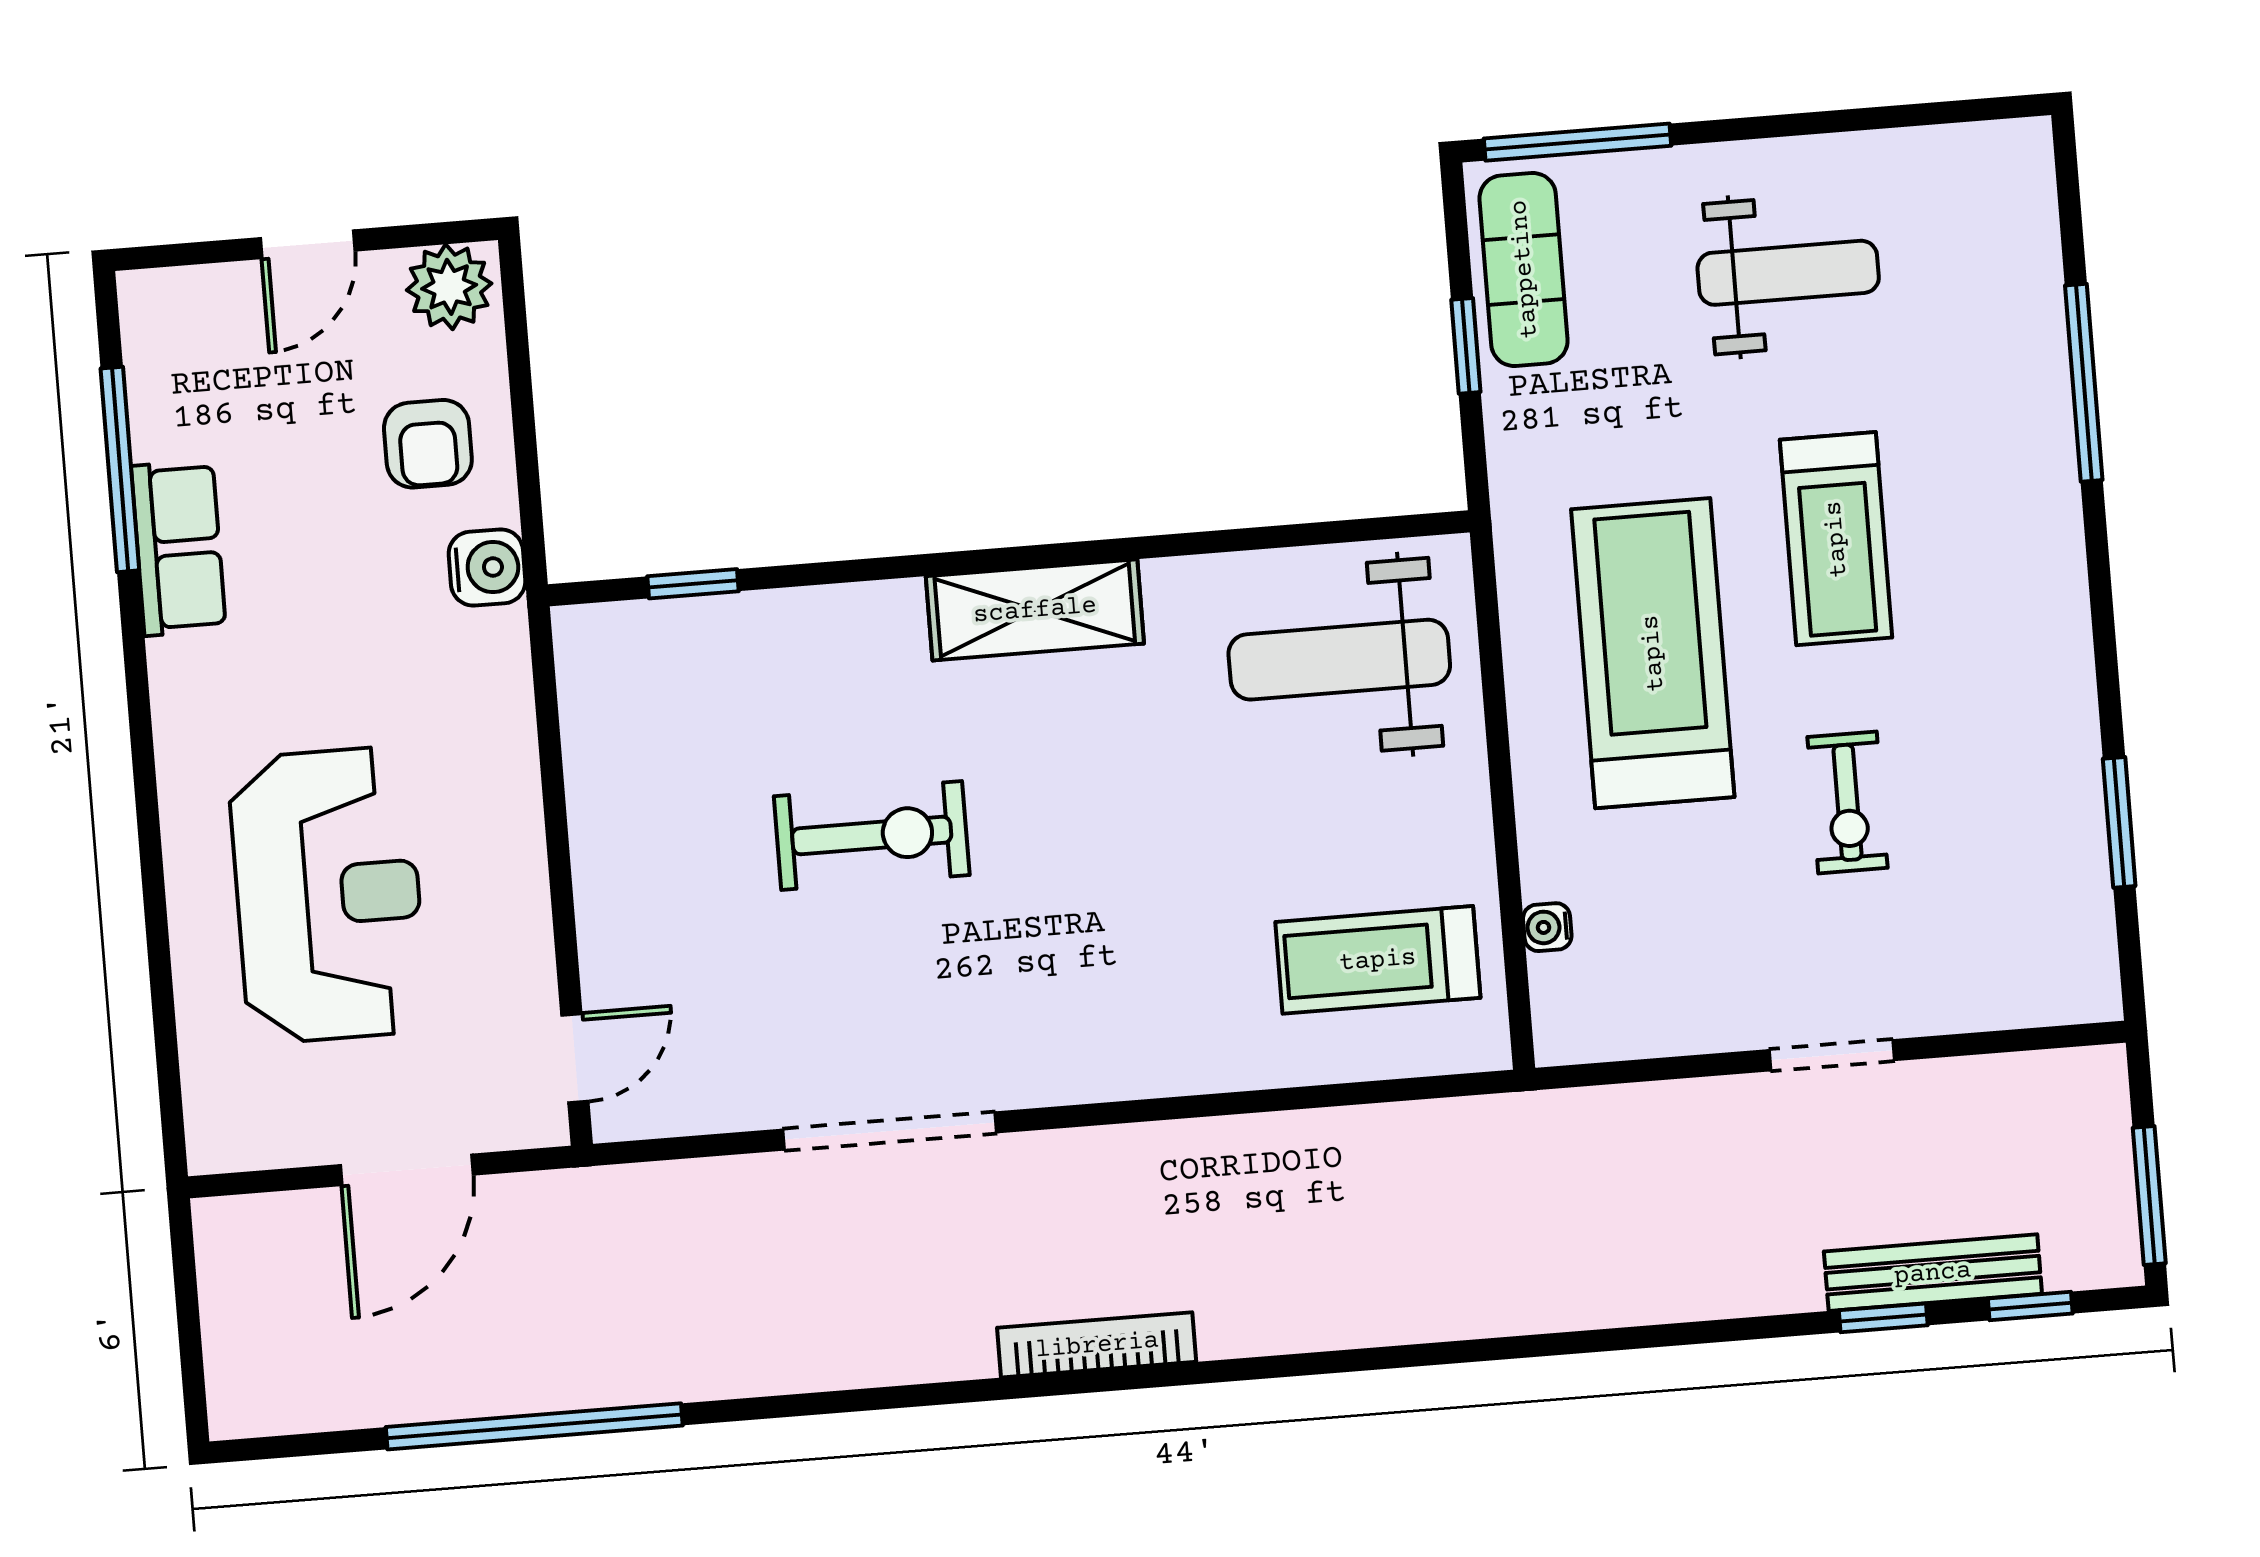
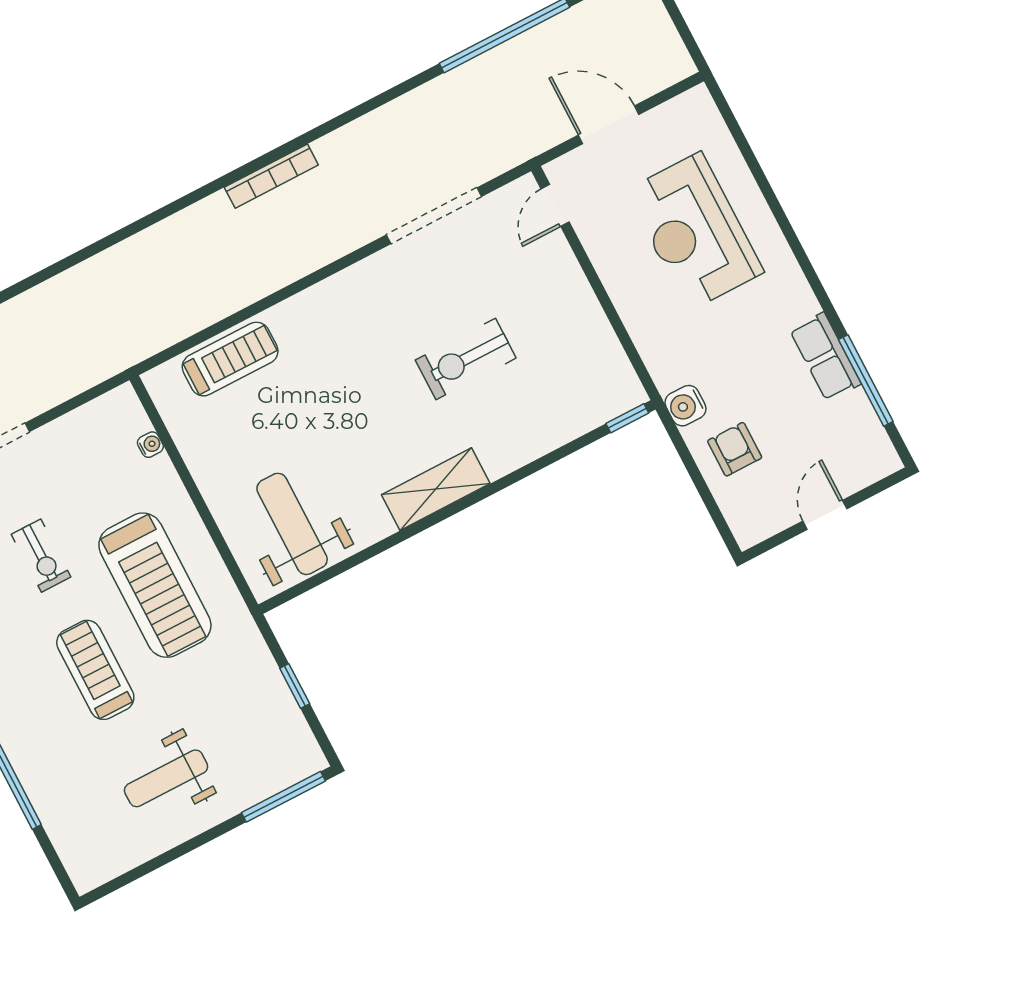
exercise mat: (1524, 269) -> (283, 730), removed
plant: (449, 287) -> (755, 522), removed
window: (693, 584) -> (627, 418), moved
weight bench: (1339, 660) -> (292, 524), turned -90
exercise bike: (1847, 802) -> (41, 556), turned 180
treadmill: (1378, 960) -> (230, 359), moved
doorway: (890, 1131) -> (434, 216), moved
door: (407, 1170) -> (609, 125), hinge flipped

